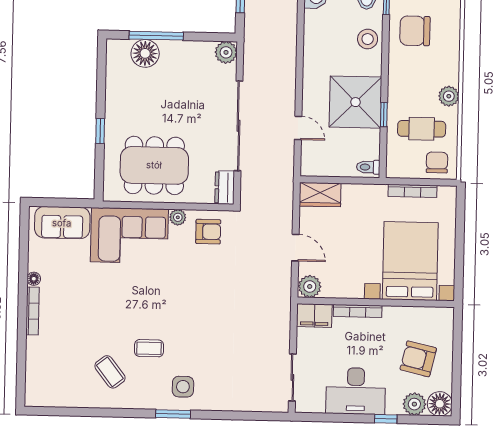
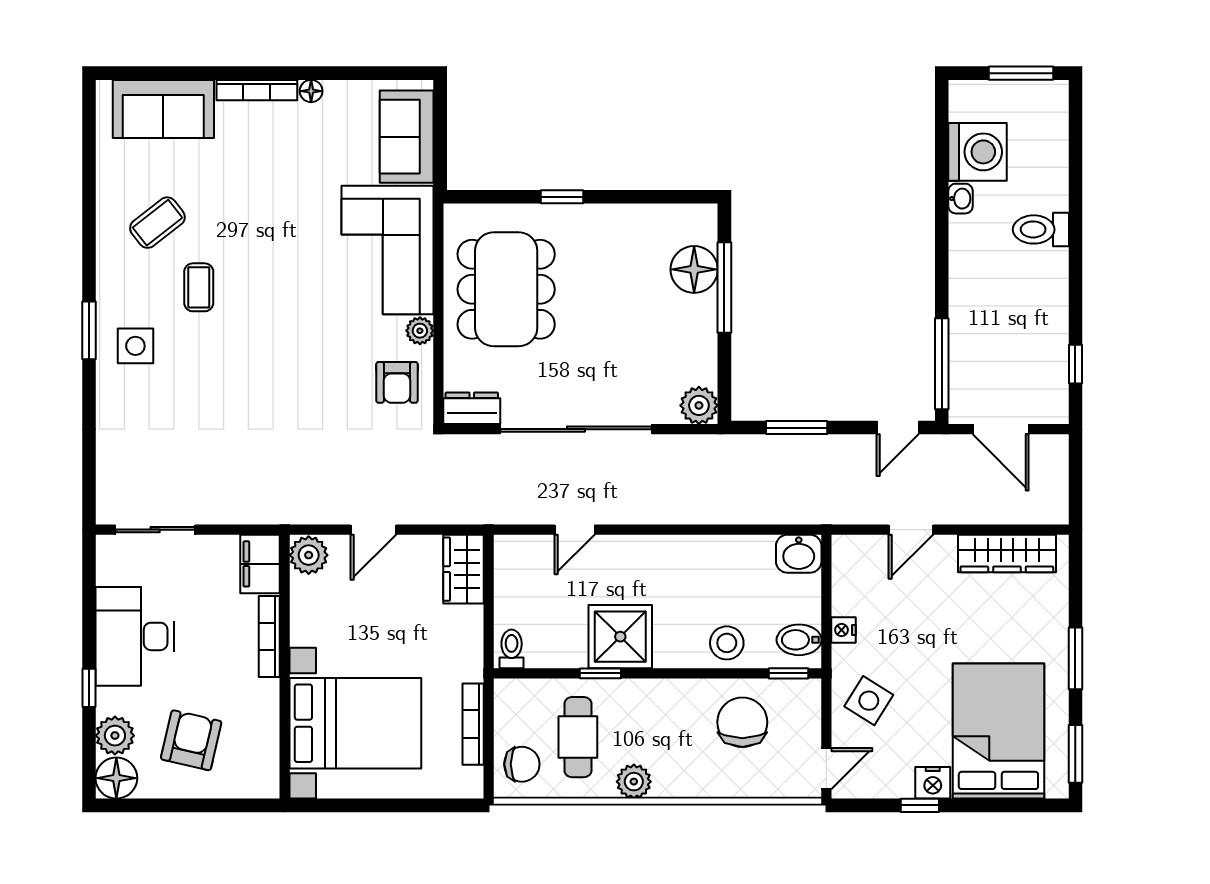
shower: (356, 102) -> (620, 637), width x0.73, depth x0.73
sofa: (42, 367) -> (163, 109), added

